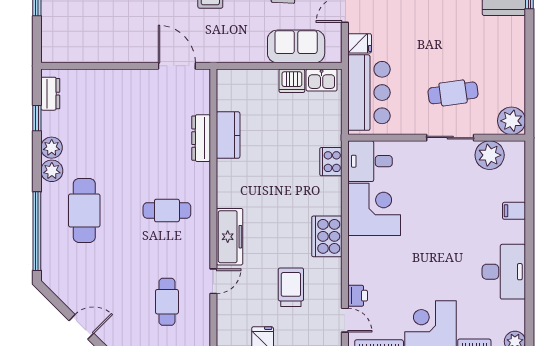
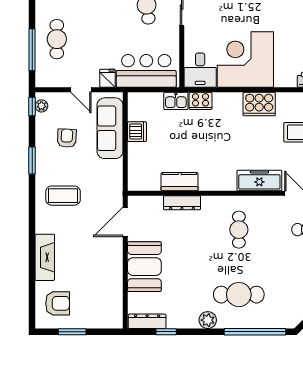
sofa: (296, 46) -> (110, 128), width x1.36
kitchen sink: (322, 80) -> (176, 101), moved, turned 90
booth: (120, 90) -> (144, 267), added
dresser: (50, 94) -> (147, 321), width x1.44
plant: (52, 148) -> (189, 320), removed
corner desk: (374, 209) -> (245, 59), width x1.36, depth x1.36

